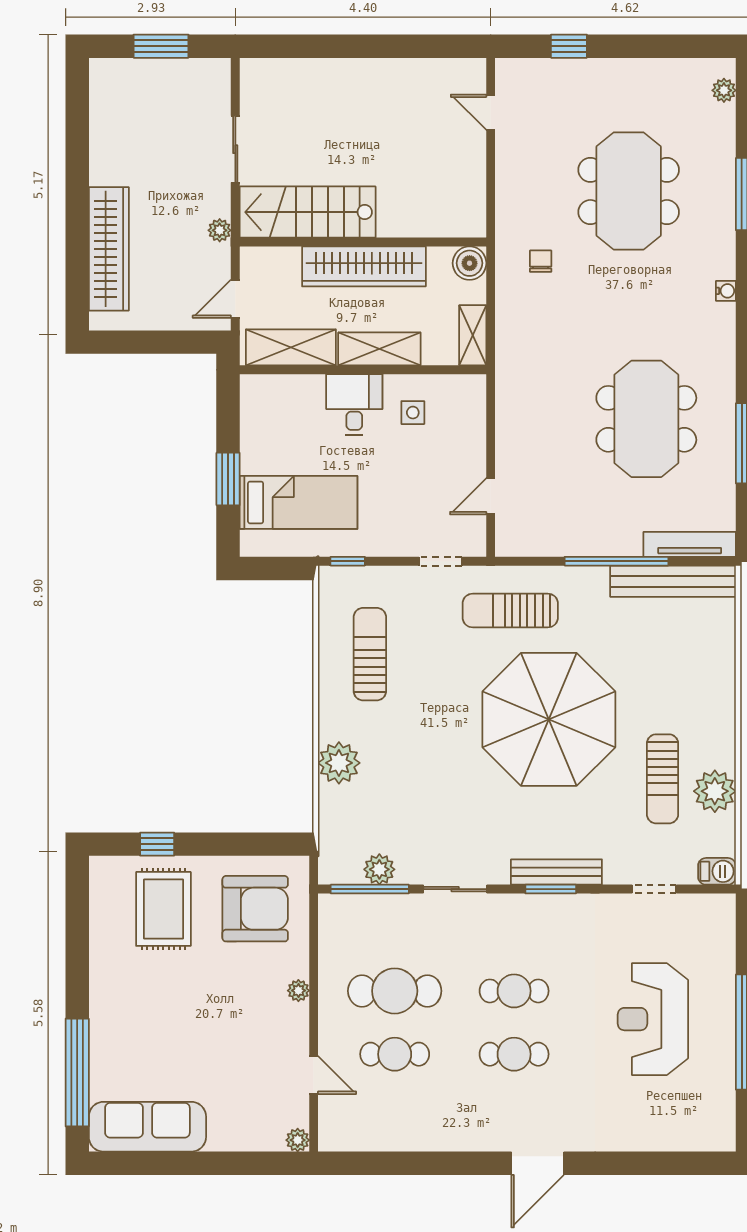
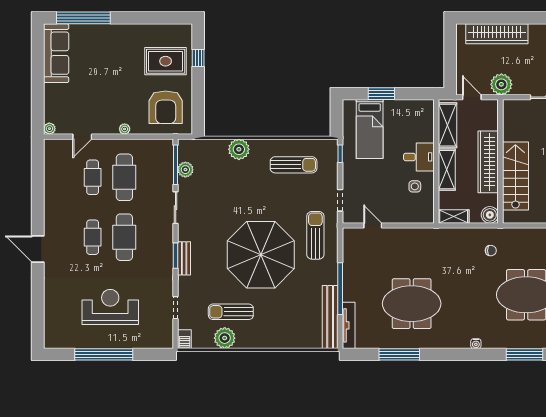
stairs: (308, 212) -> (515, 176), moved
plant: (220, 230) -> (501, 84), width x1.88, depth x1.88
bench: (556, 872) -> (184, 258), width x0.73
cafe table: (514, 991) -> (124, 237), width x1.37, depth x1.35

